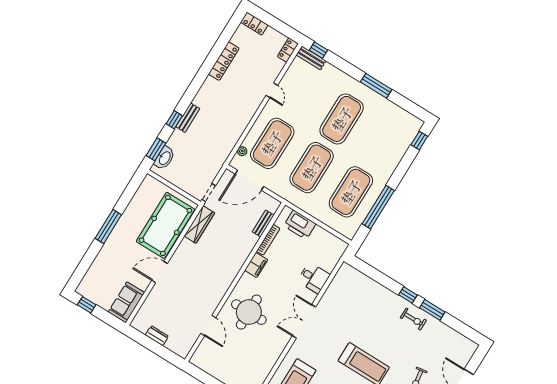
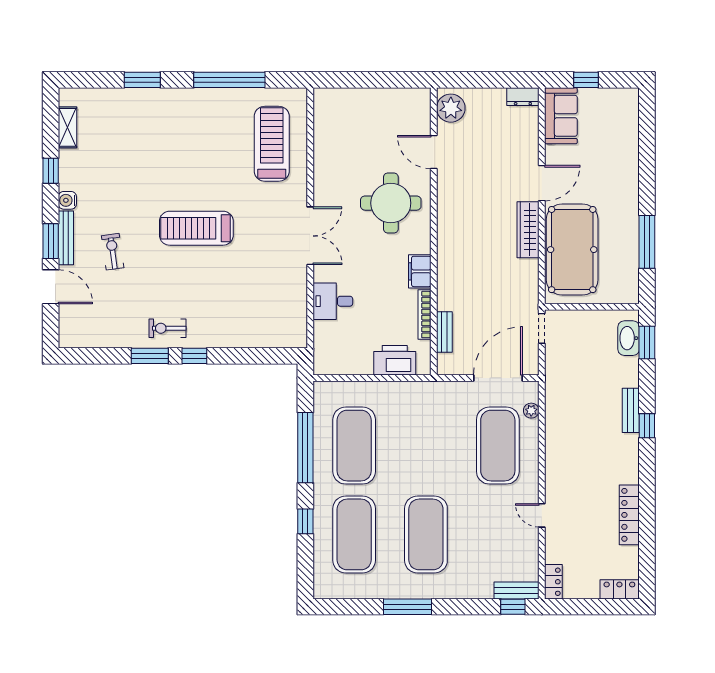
window: (174, 120) -> (647, 426), moved
window: (419, 141) -> (305, 521), moved
exercise mat: (312, 168) -> (354, 534), moved
wardrobe: (199, 224) -> (528, 230), moved
window: (108, 226) -> (647, 242), moved
window: (87, 305) -> (586, 80), moved
dresser: (157, 336) -> (523, 97), moved
plant: (184, 344) -> (451, 108), added

